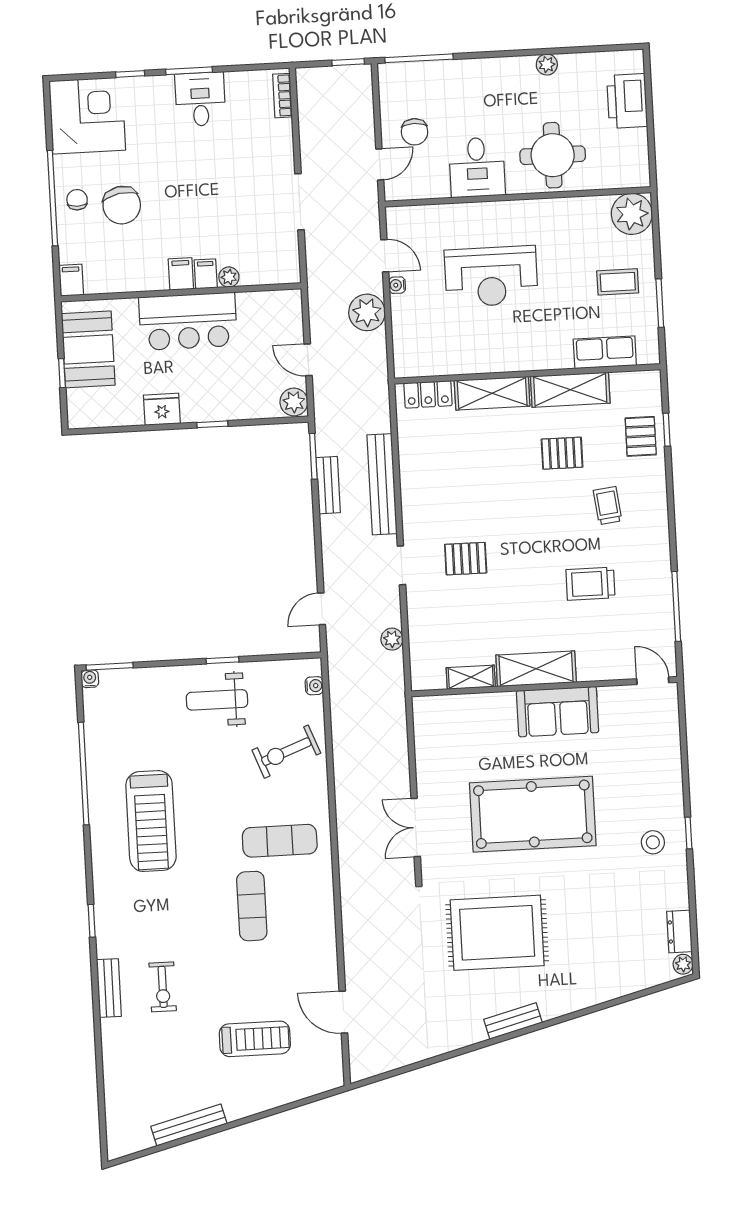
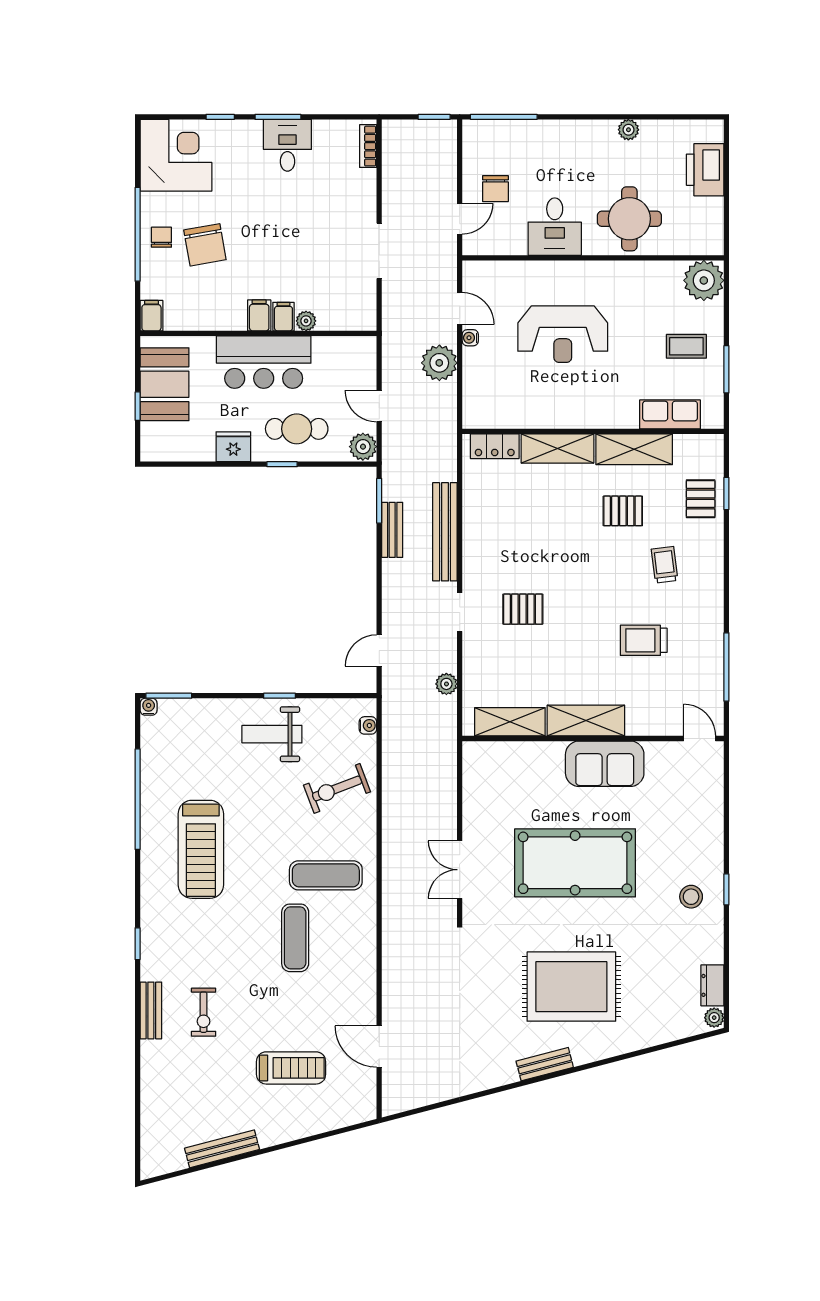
cafe table: (225, 388) -> (297, 429), added
shelving: (471, 677) -> (510, 722), width x1.50, depth x1.33
rug: (497, 933) -> (571, 987), moved

